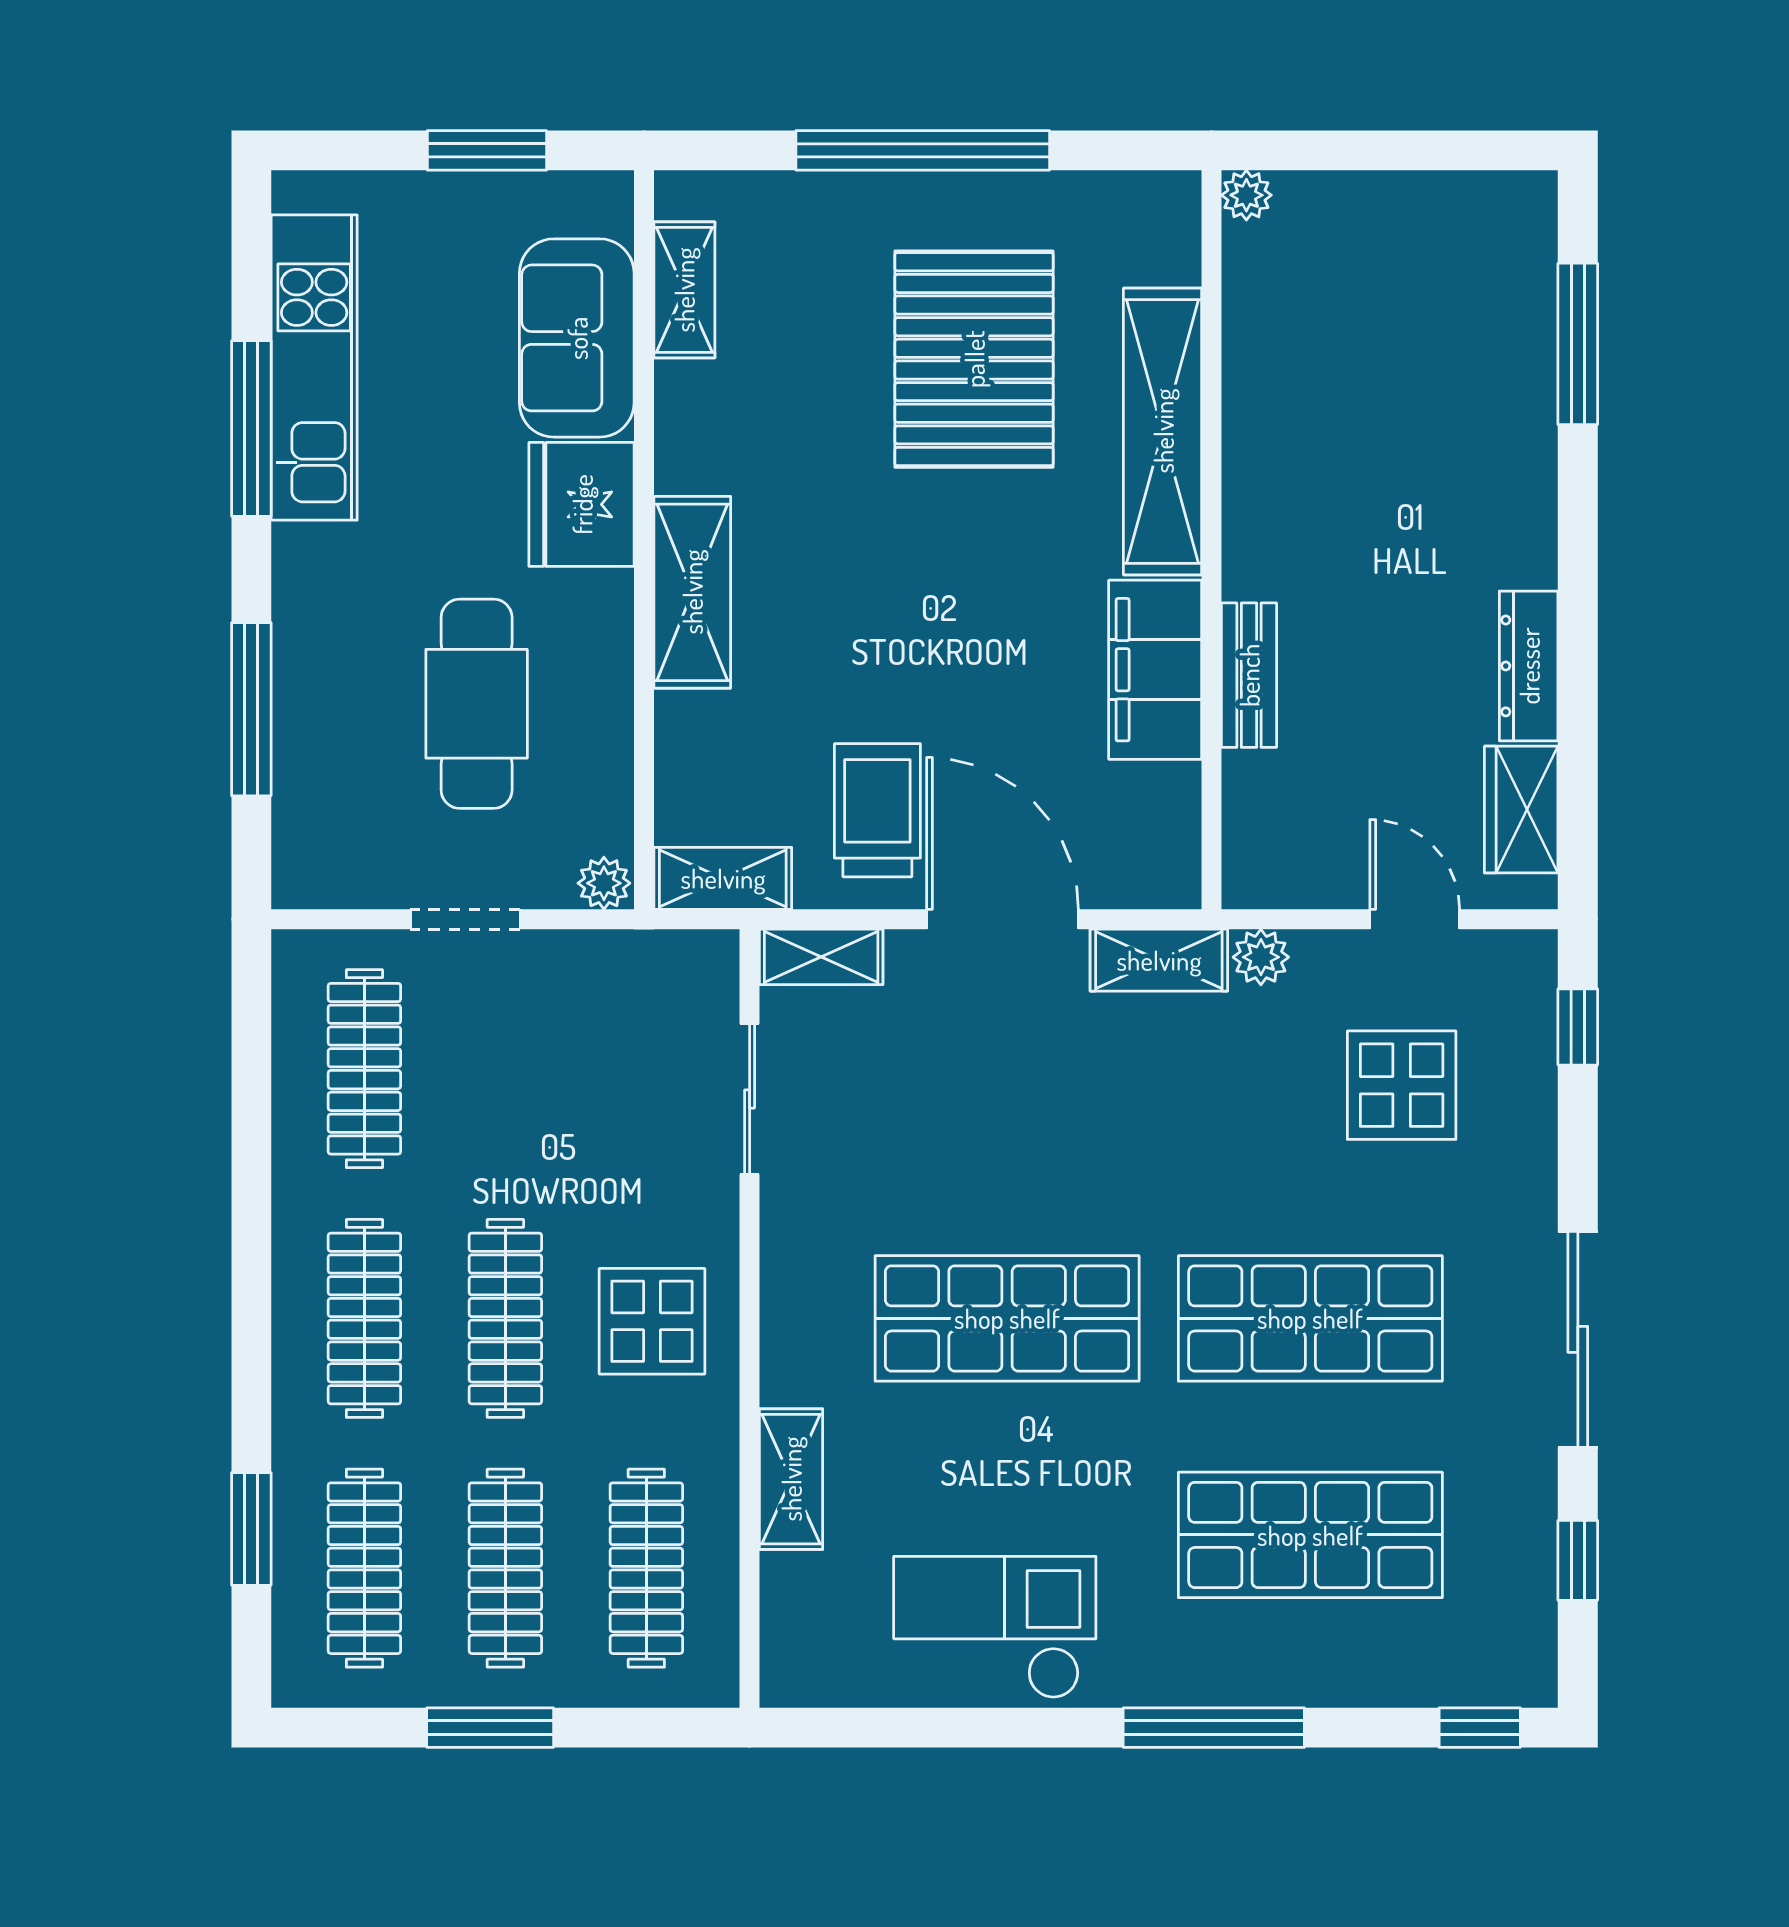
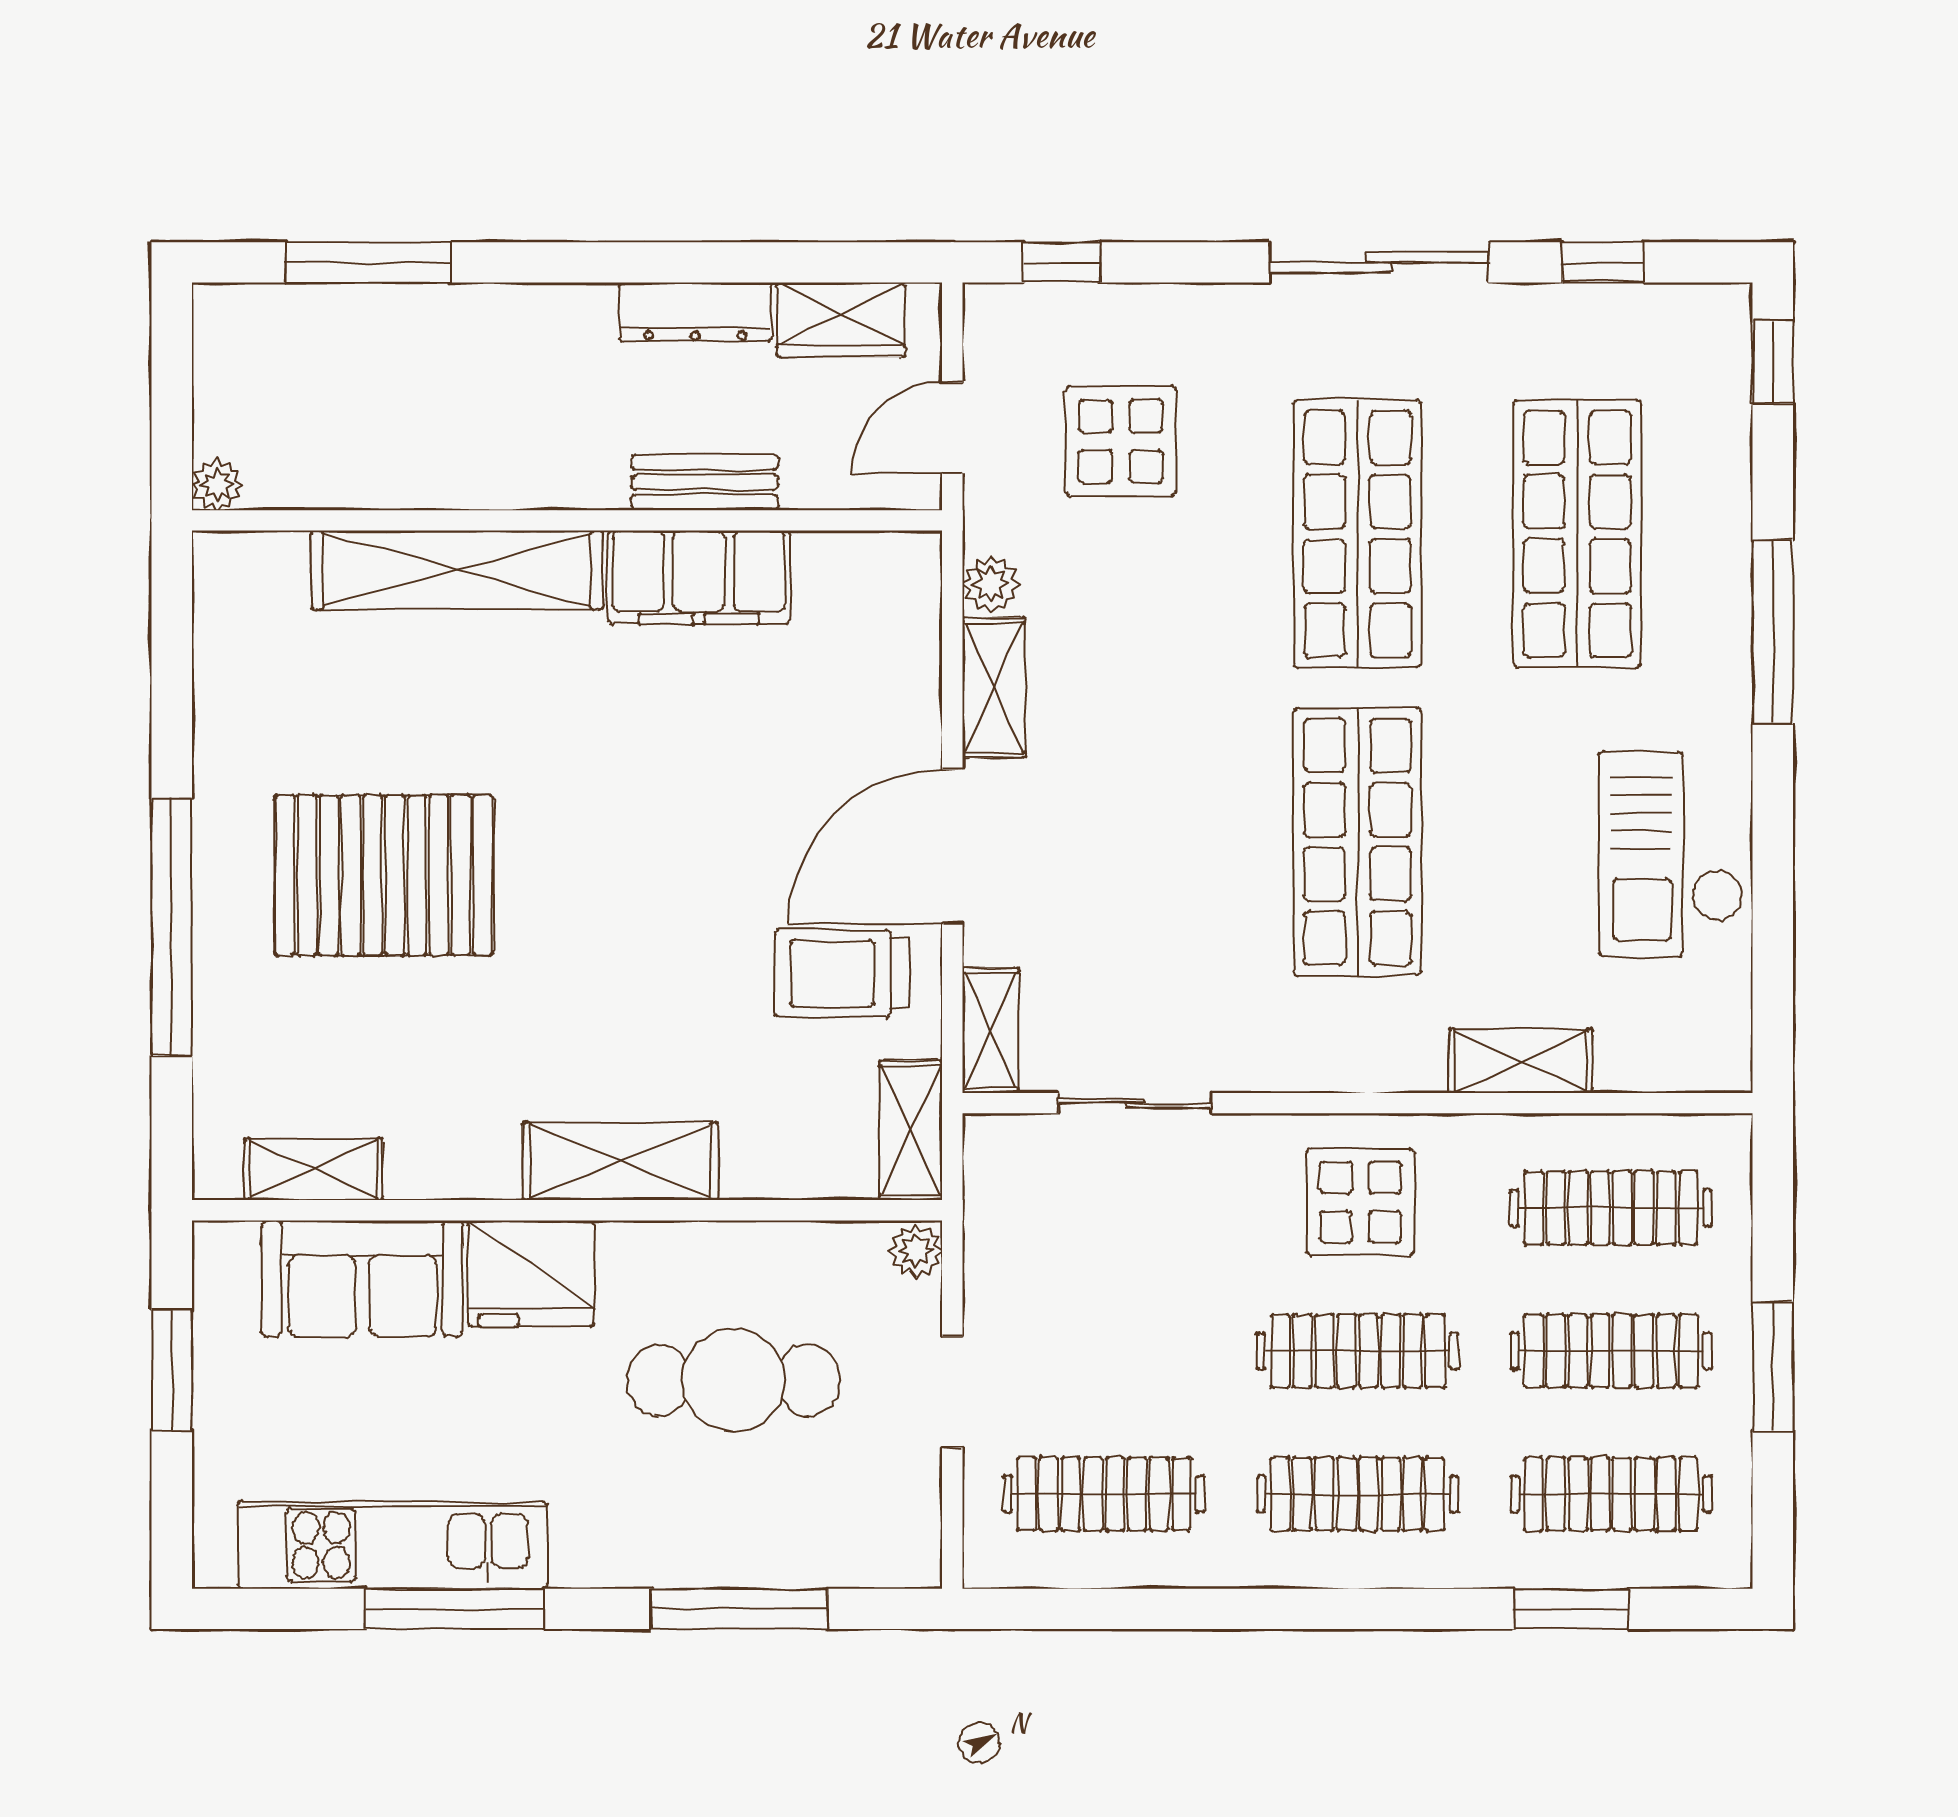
plant: (1246, 195) -> (217, 485), moved
shelving: (1163, 431) -> (457, 570), moved
wall: (1211, 540) -> (567, 520), moved
filing cabinet: (1155, 670) -> (699, 578), moved
bench: (1249, 675) -> (705, 482), moved

